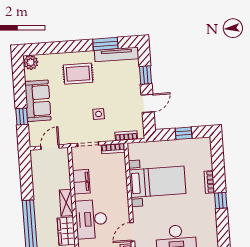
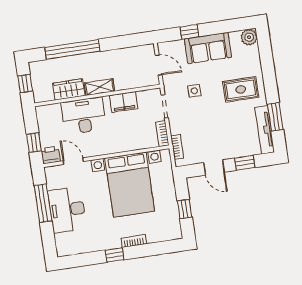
rug: (78, 74) -> (241, 89), turned 90
side table: (99, 114) -> (194, 91), moved
bed with nightstands: (157, 182) -> (130, 185), width x1.36

